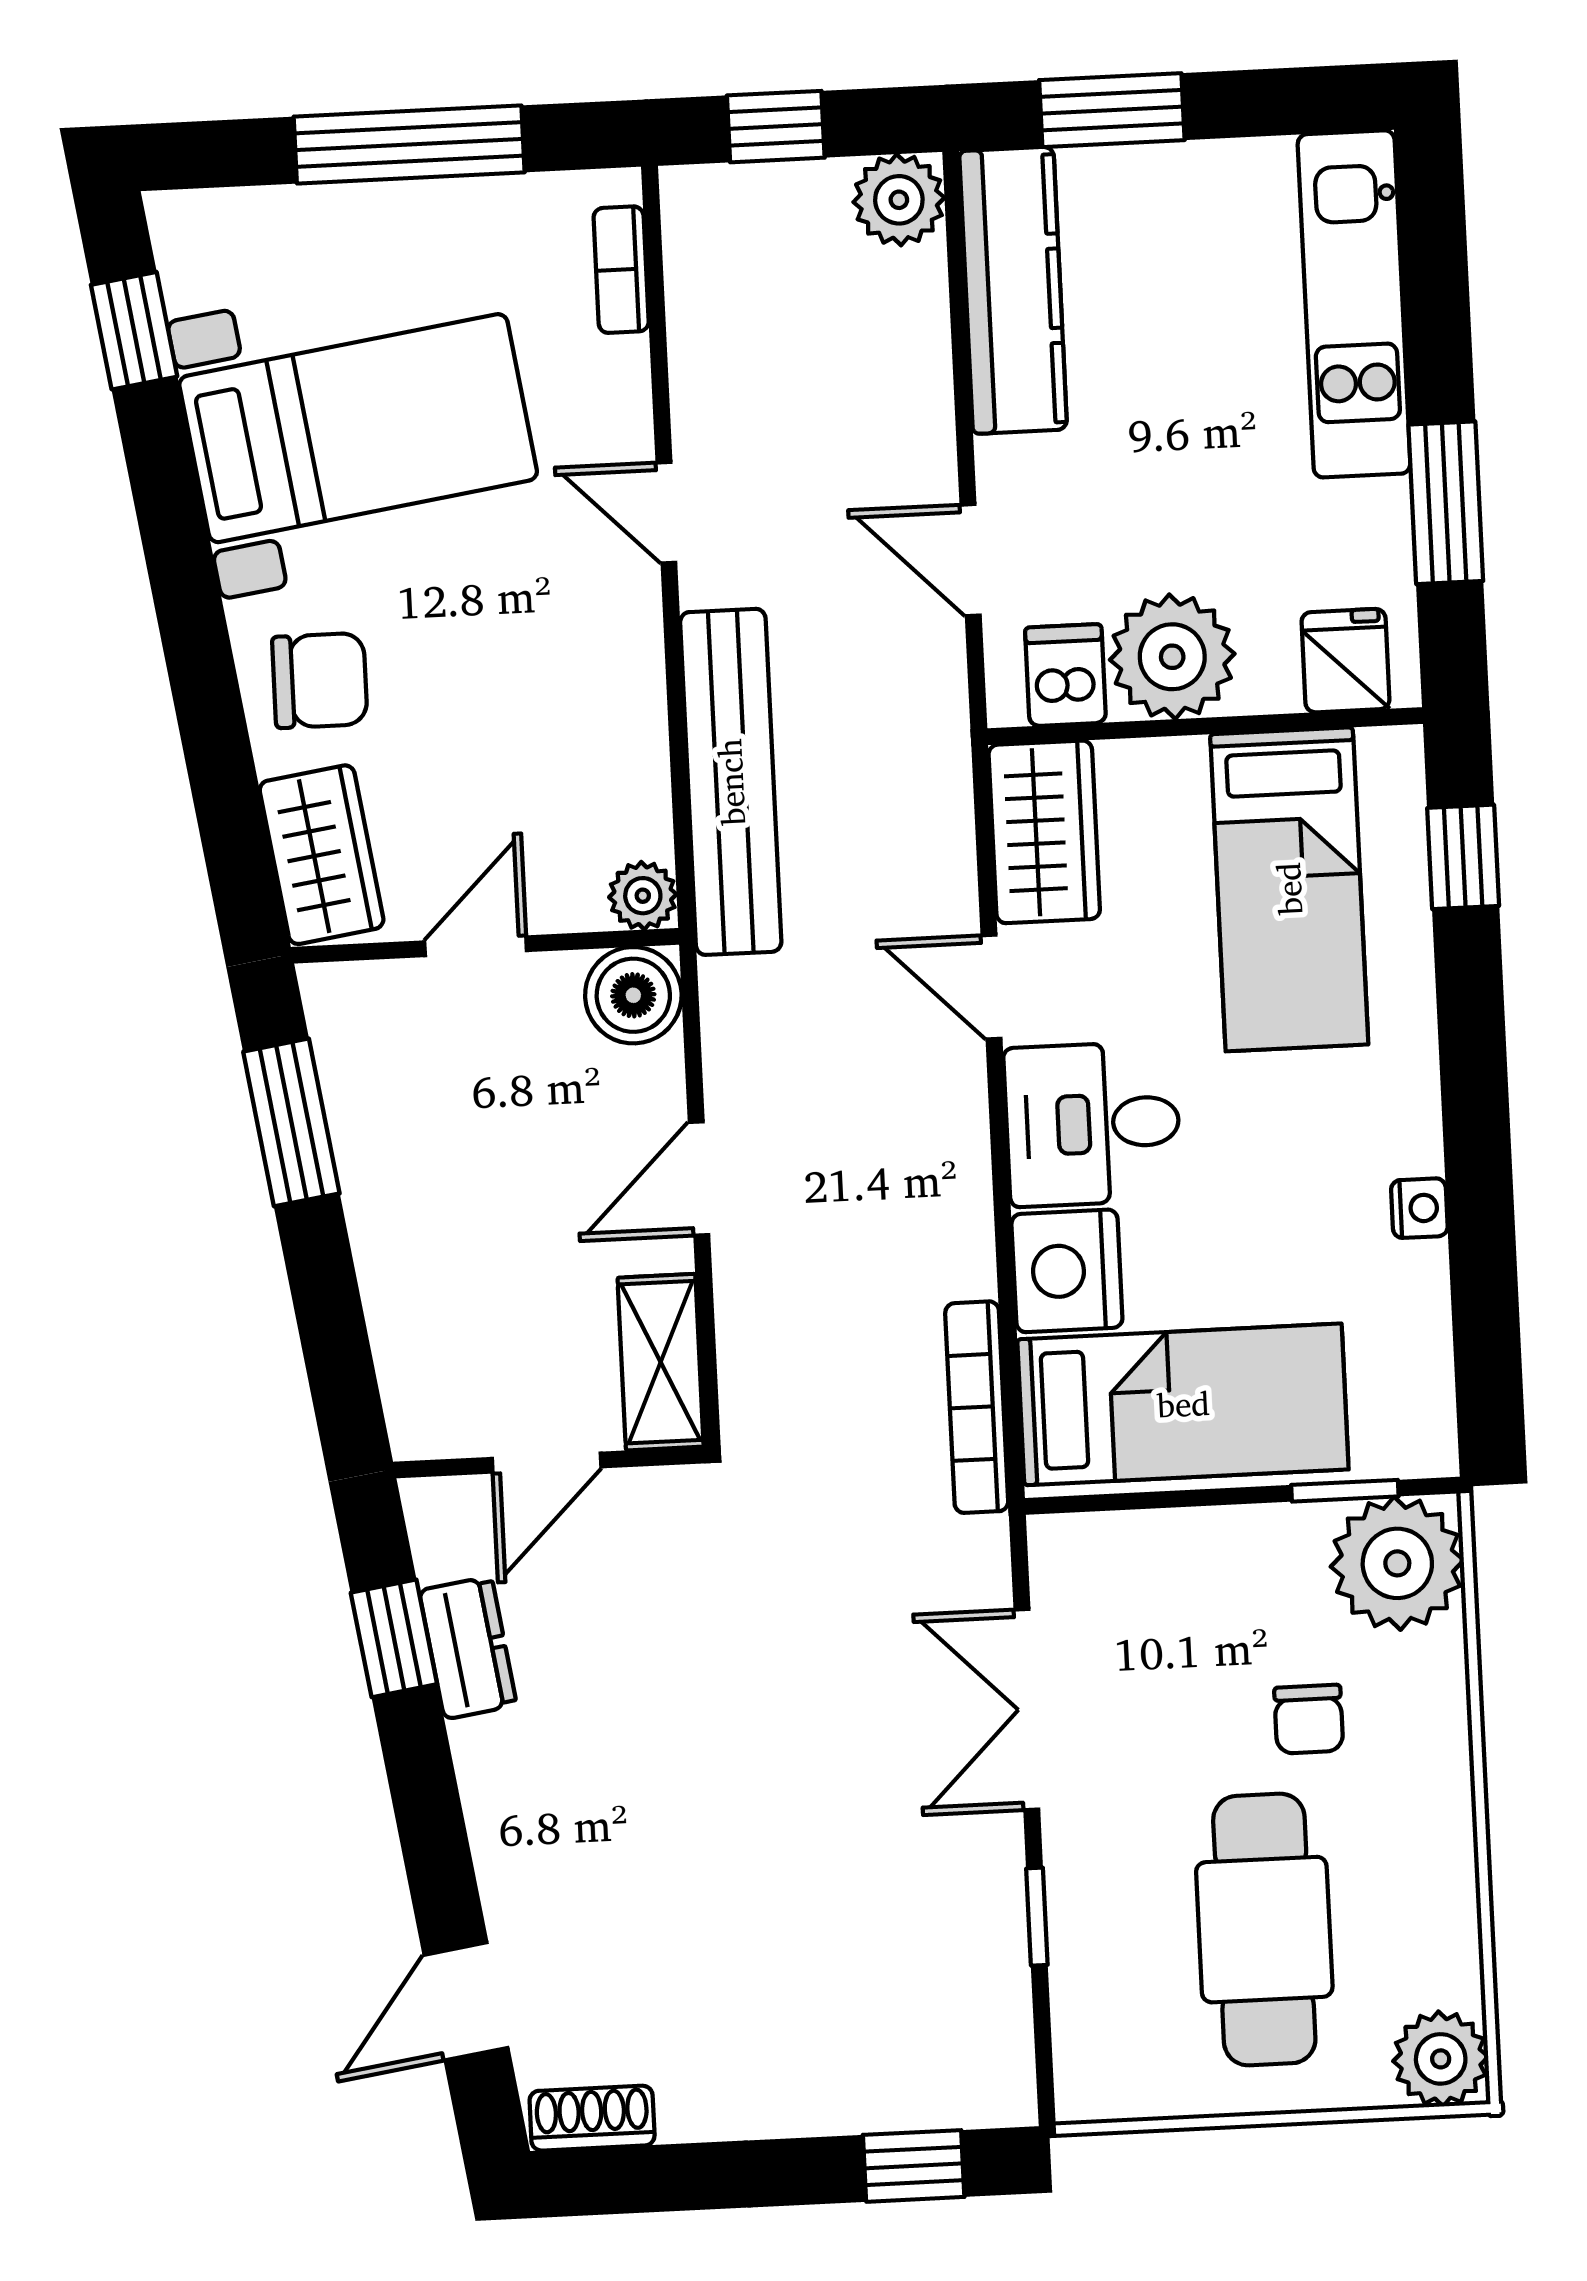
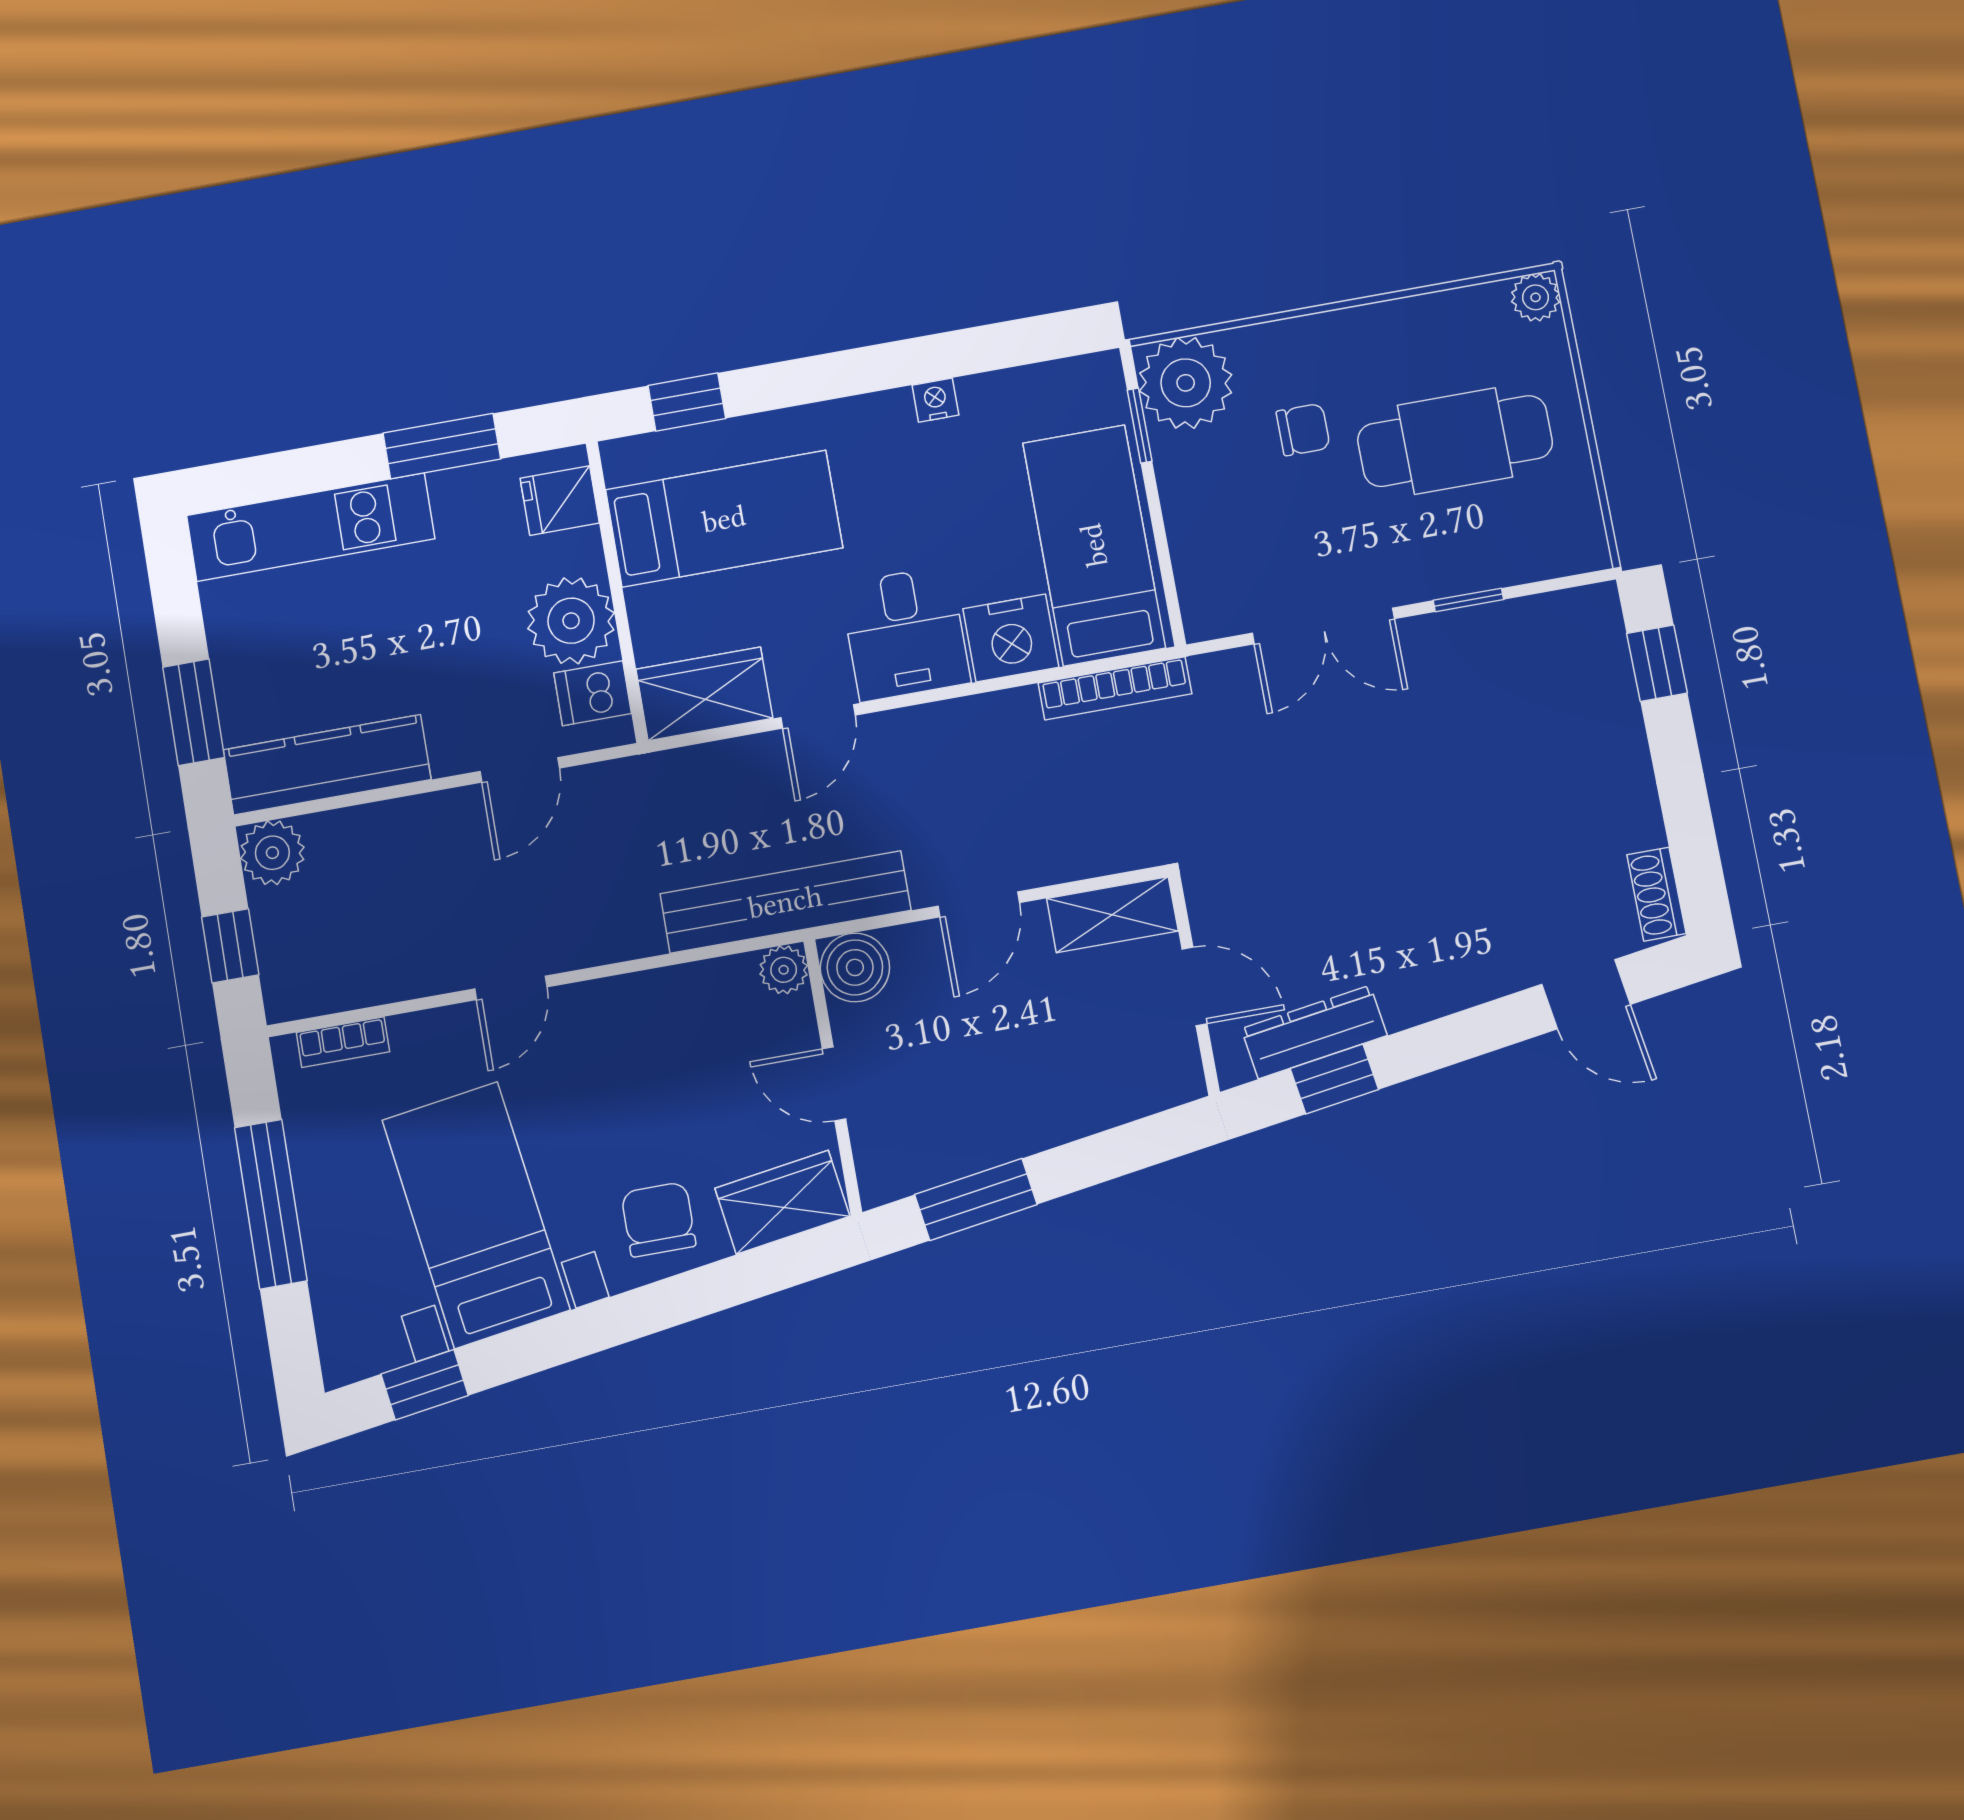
bench: (731, 782) -> (785, 902), moved
door: (699, 1178) -> (979, 904), hinge flipped
dresser: (468, 1648) -> (1314, 1032), width x1.44
plant: (1441, 2059) -> (1536, 297), width x0.73, depth x0.73

